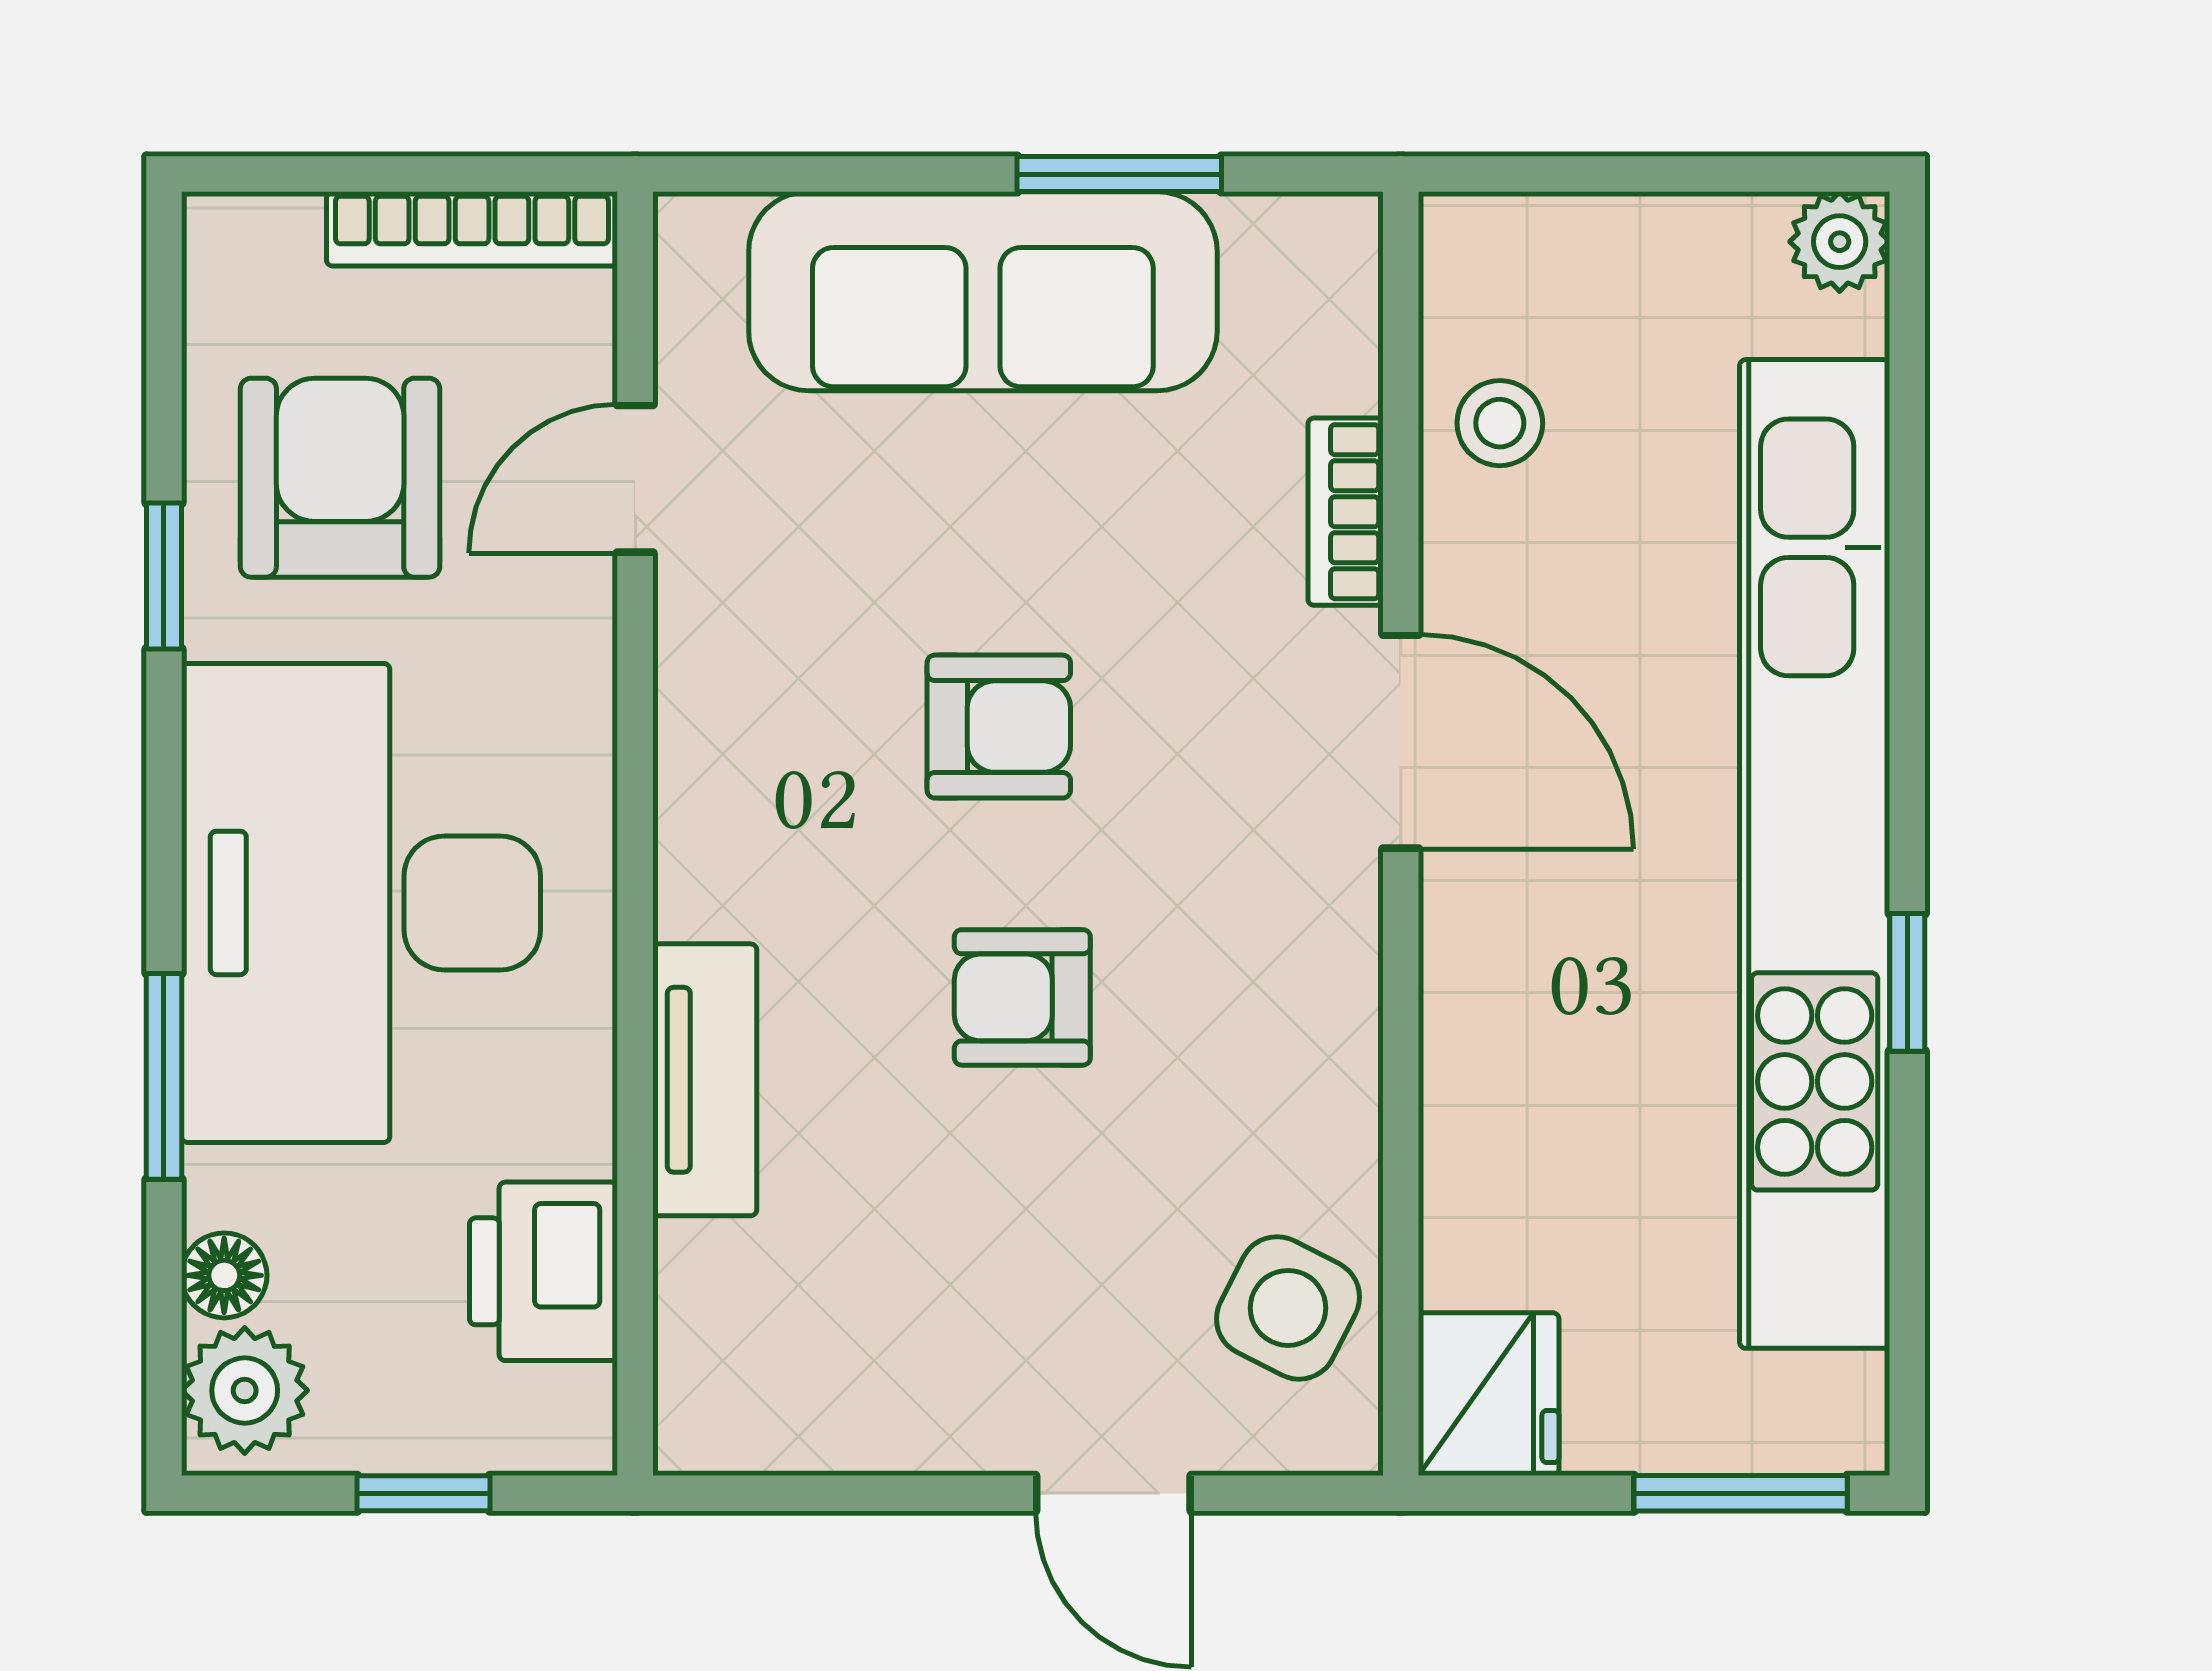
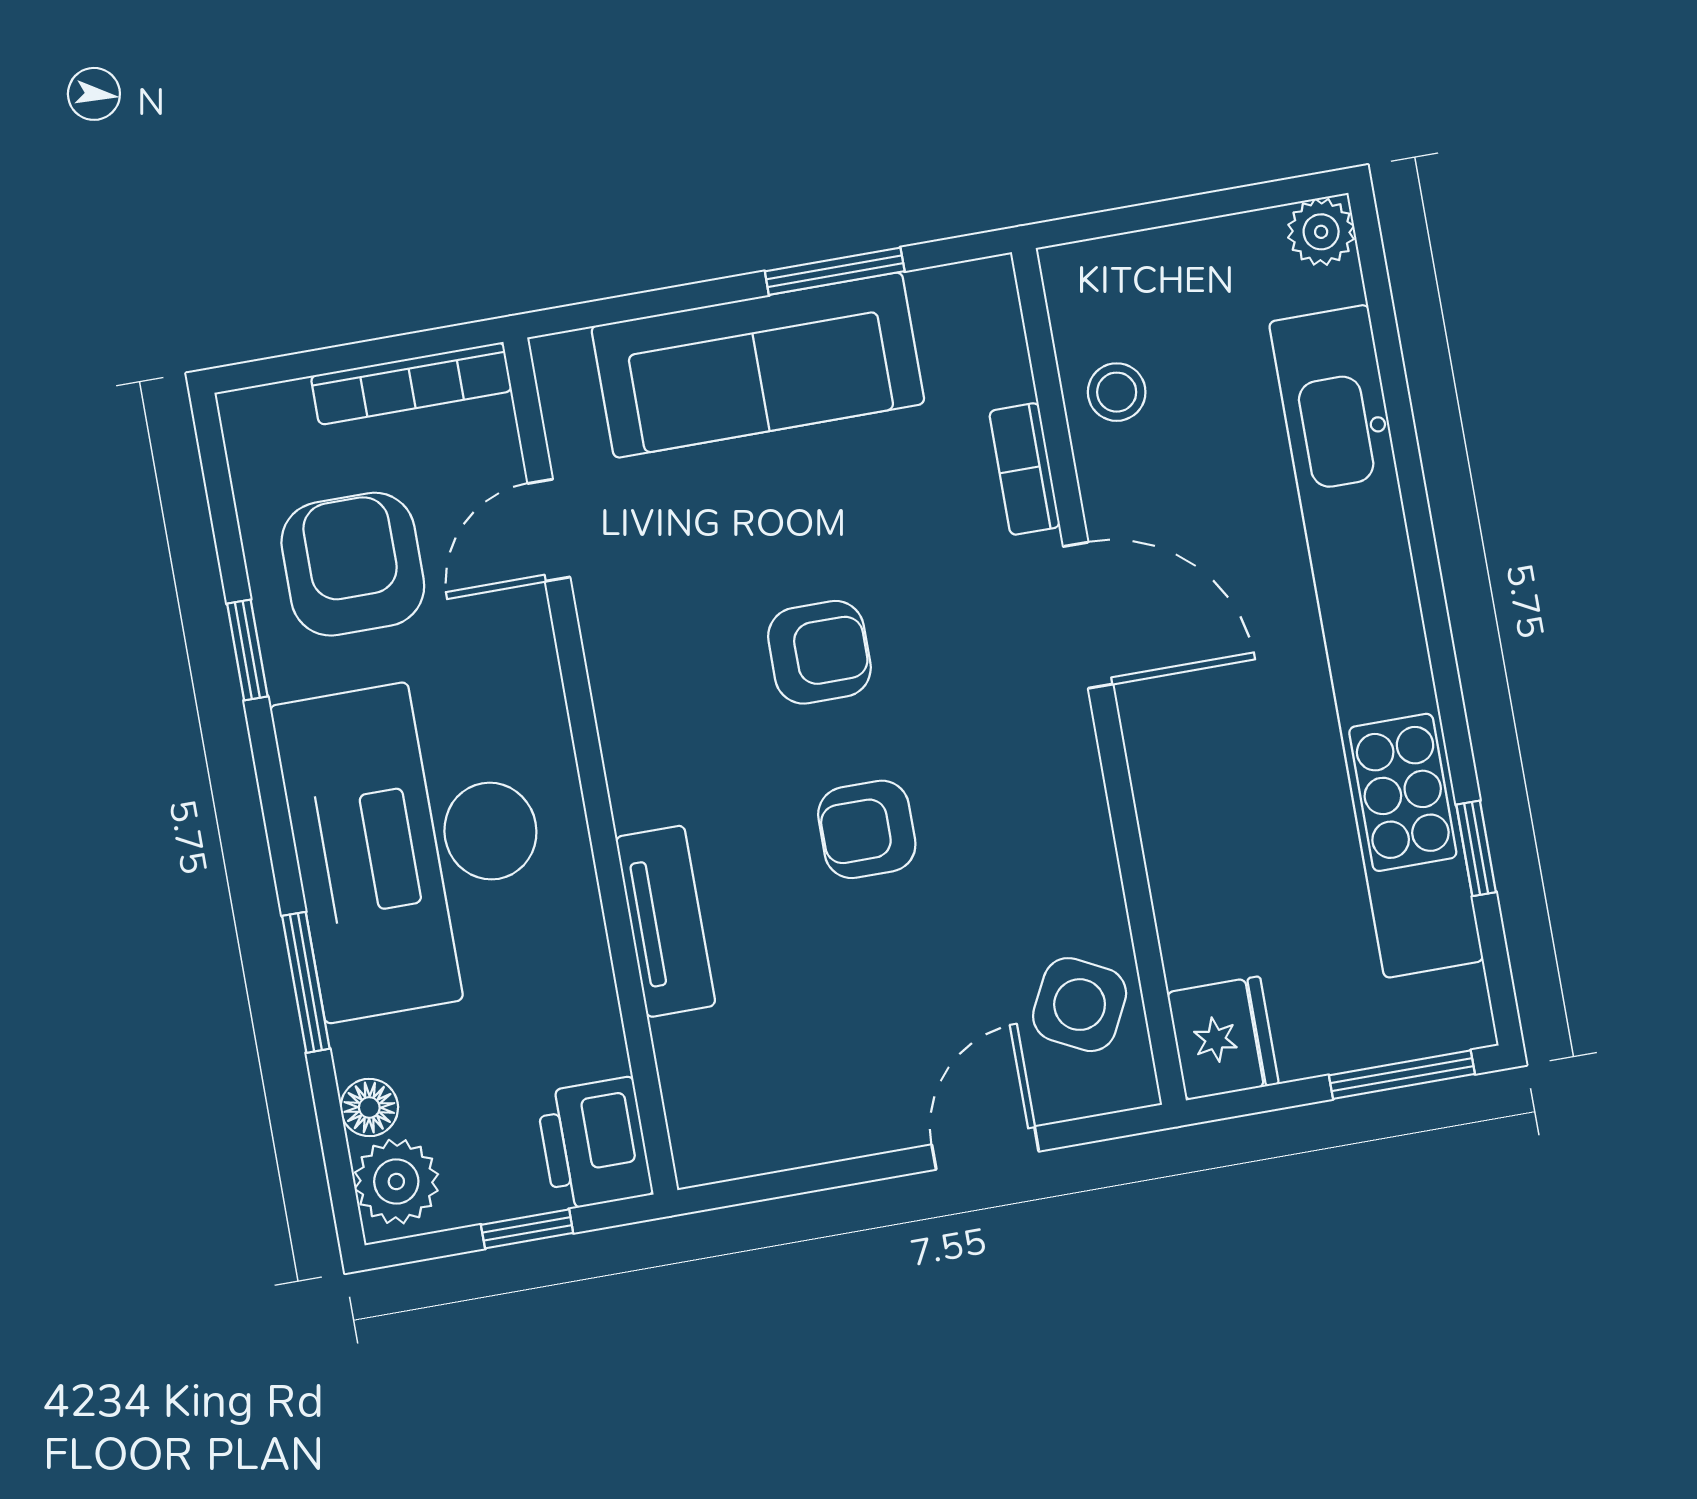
window: (1907, 982) -> (1476, 848), moved
printer: (544, 1271) -> (594, 1144), moved
door: (1113, 1493) -> (985, 1148), swing flipped

